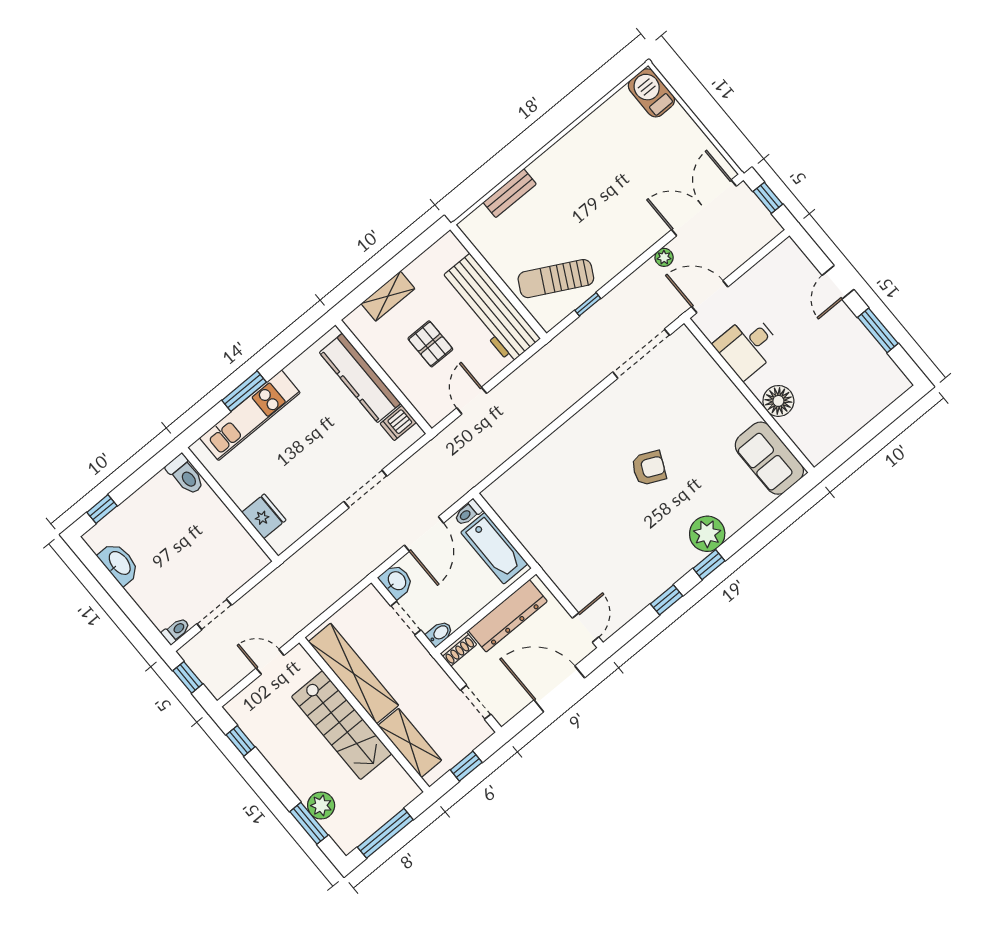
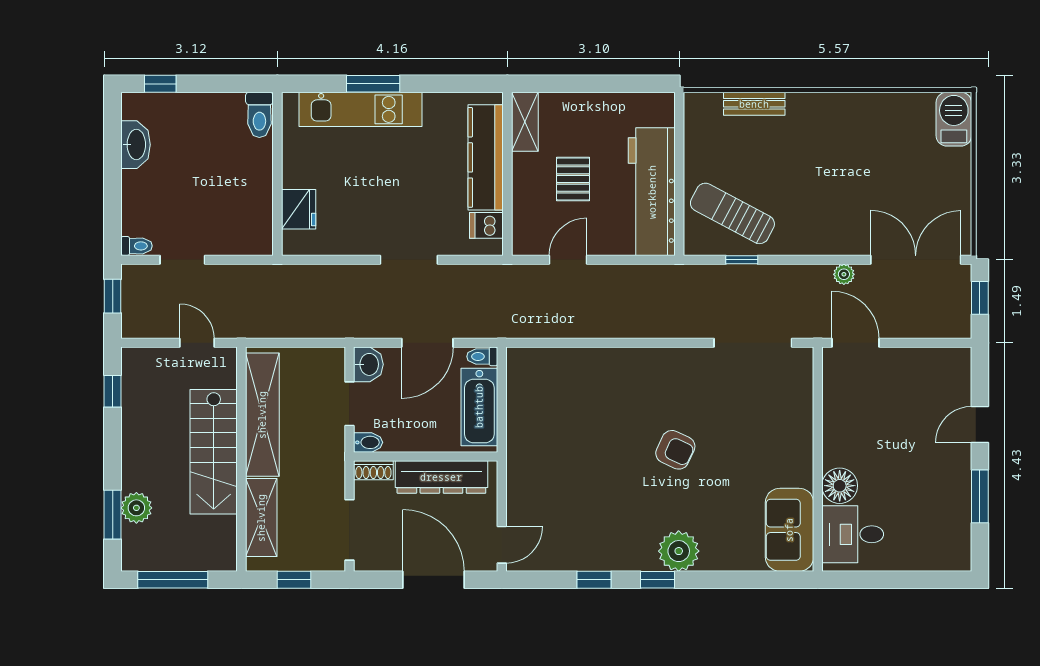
shelving: (388, 296) -> (525, 122), moved, turned 90
desk: (748, 346) -> (853, 534), moved
doorway: (476, 702) -> (349, 530), width x1.38

